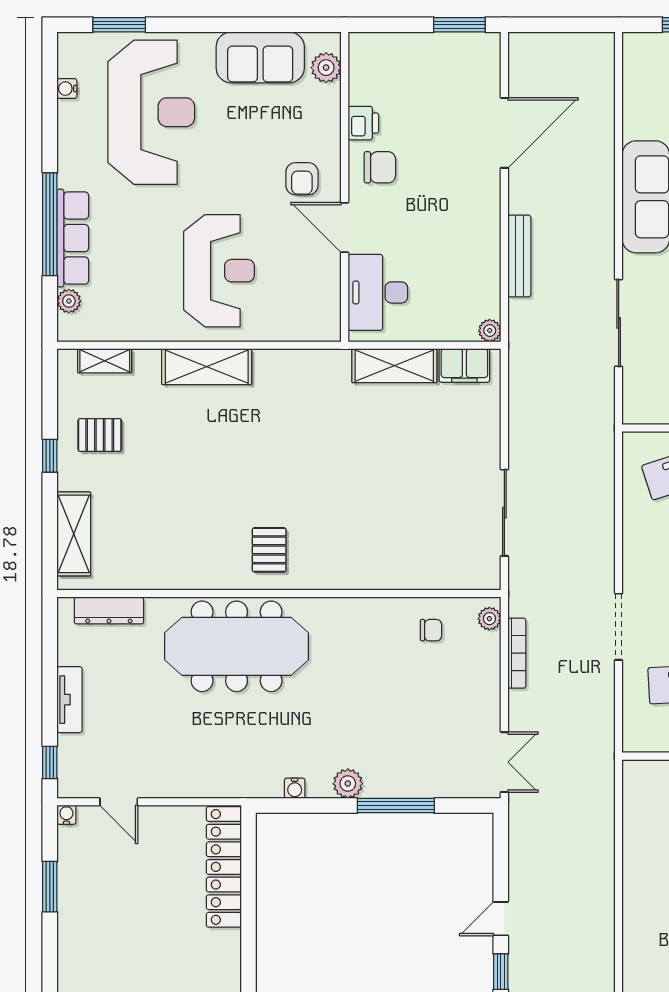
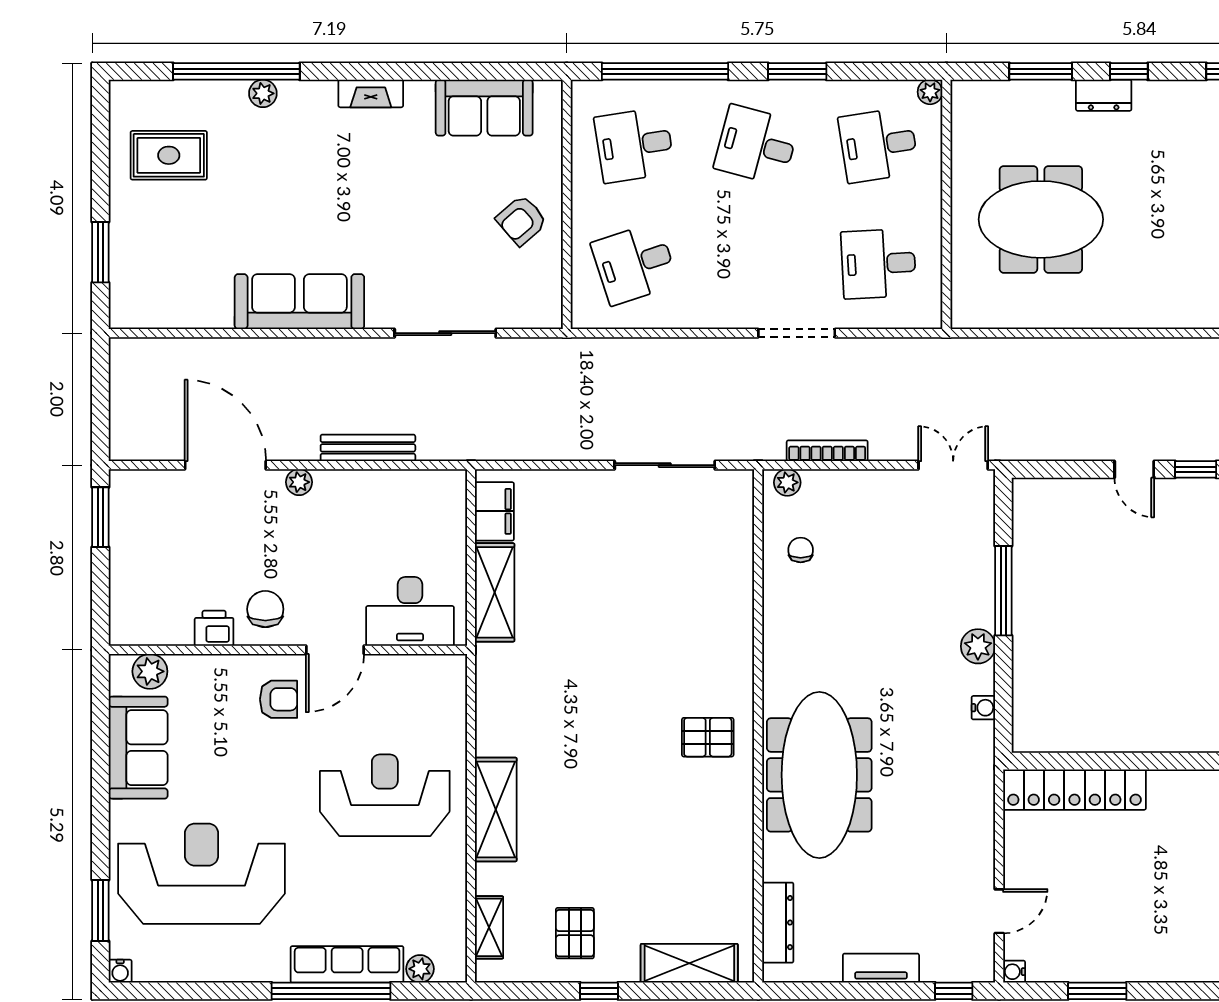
water cooler: (67, 89) -> (120, 971), moved
plant: (490, 331) -> (299, 482), moved

